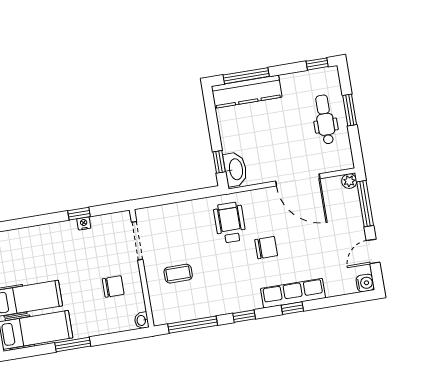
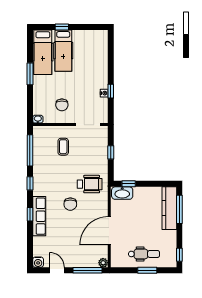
window: (175, 198) -> (111, 152), added

